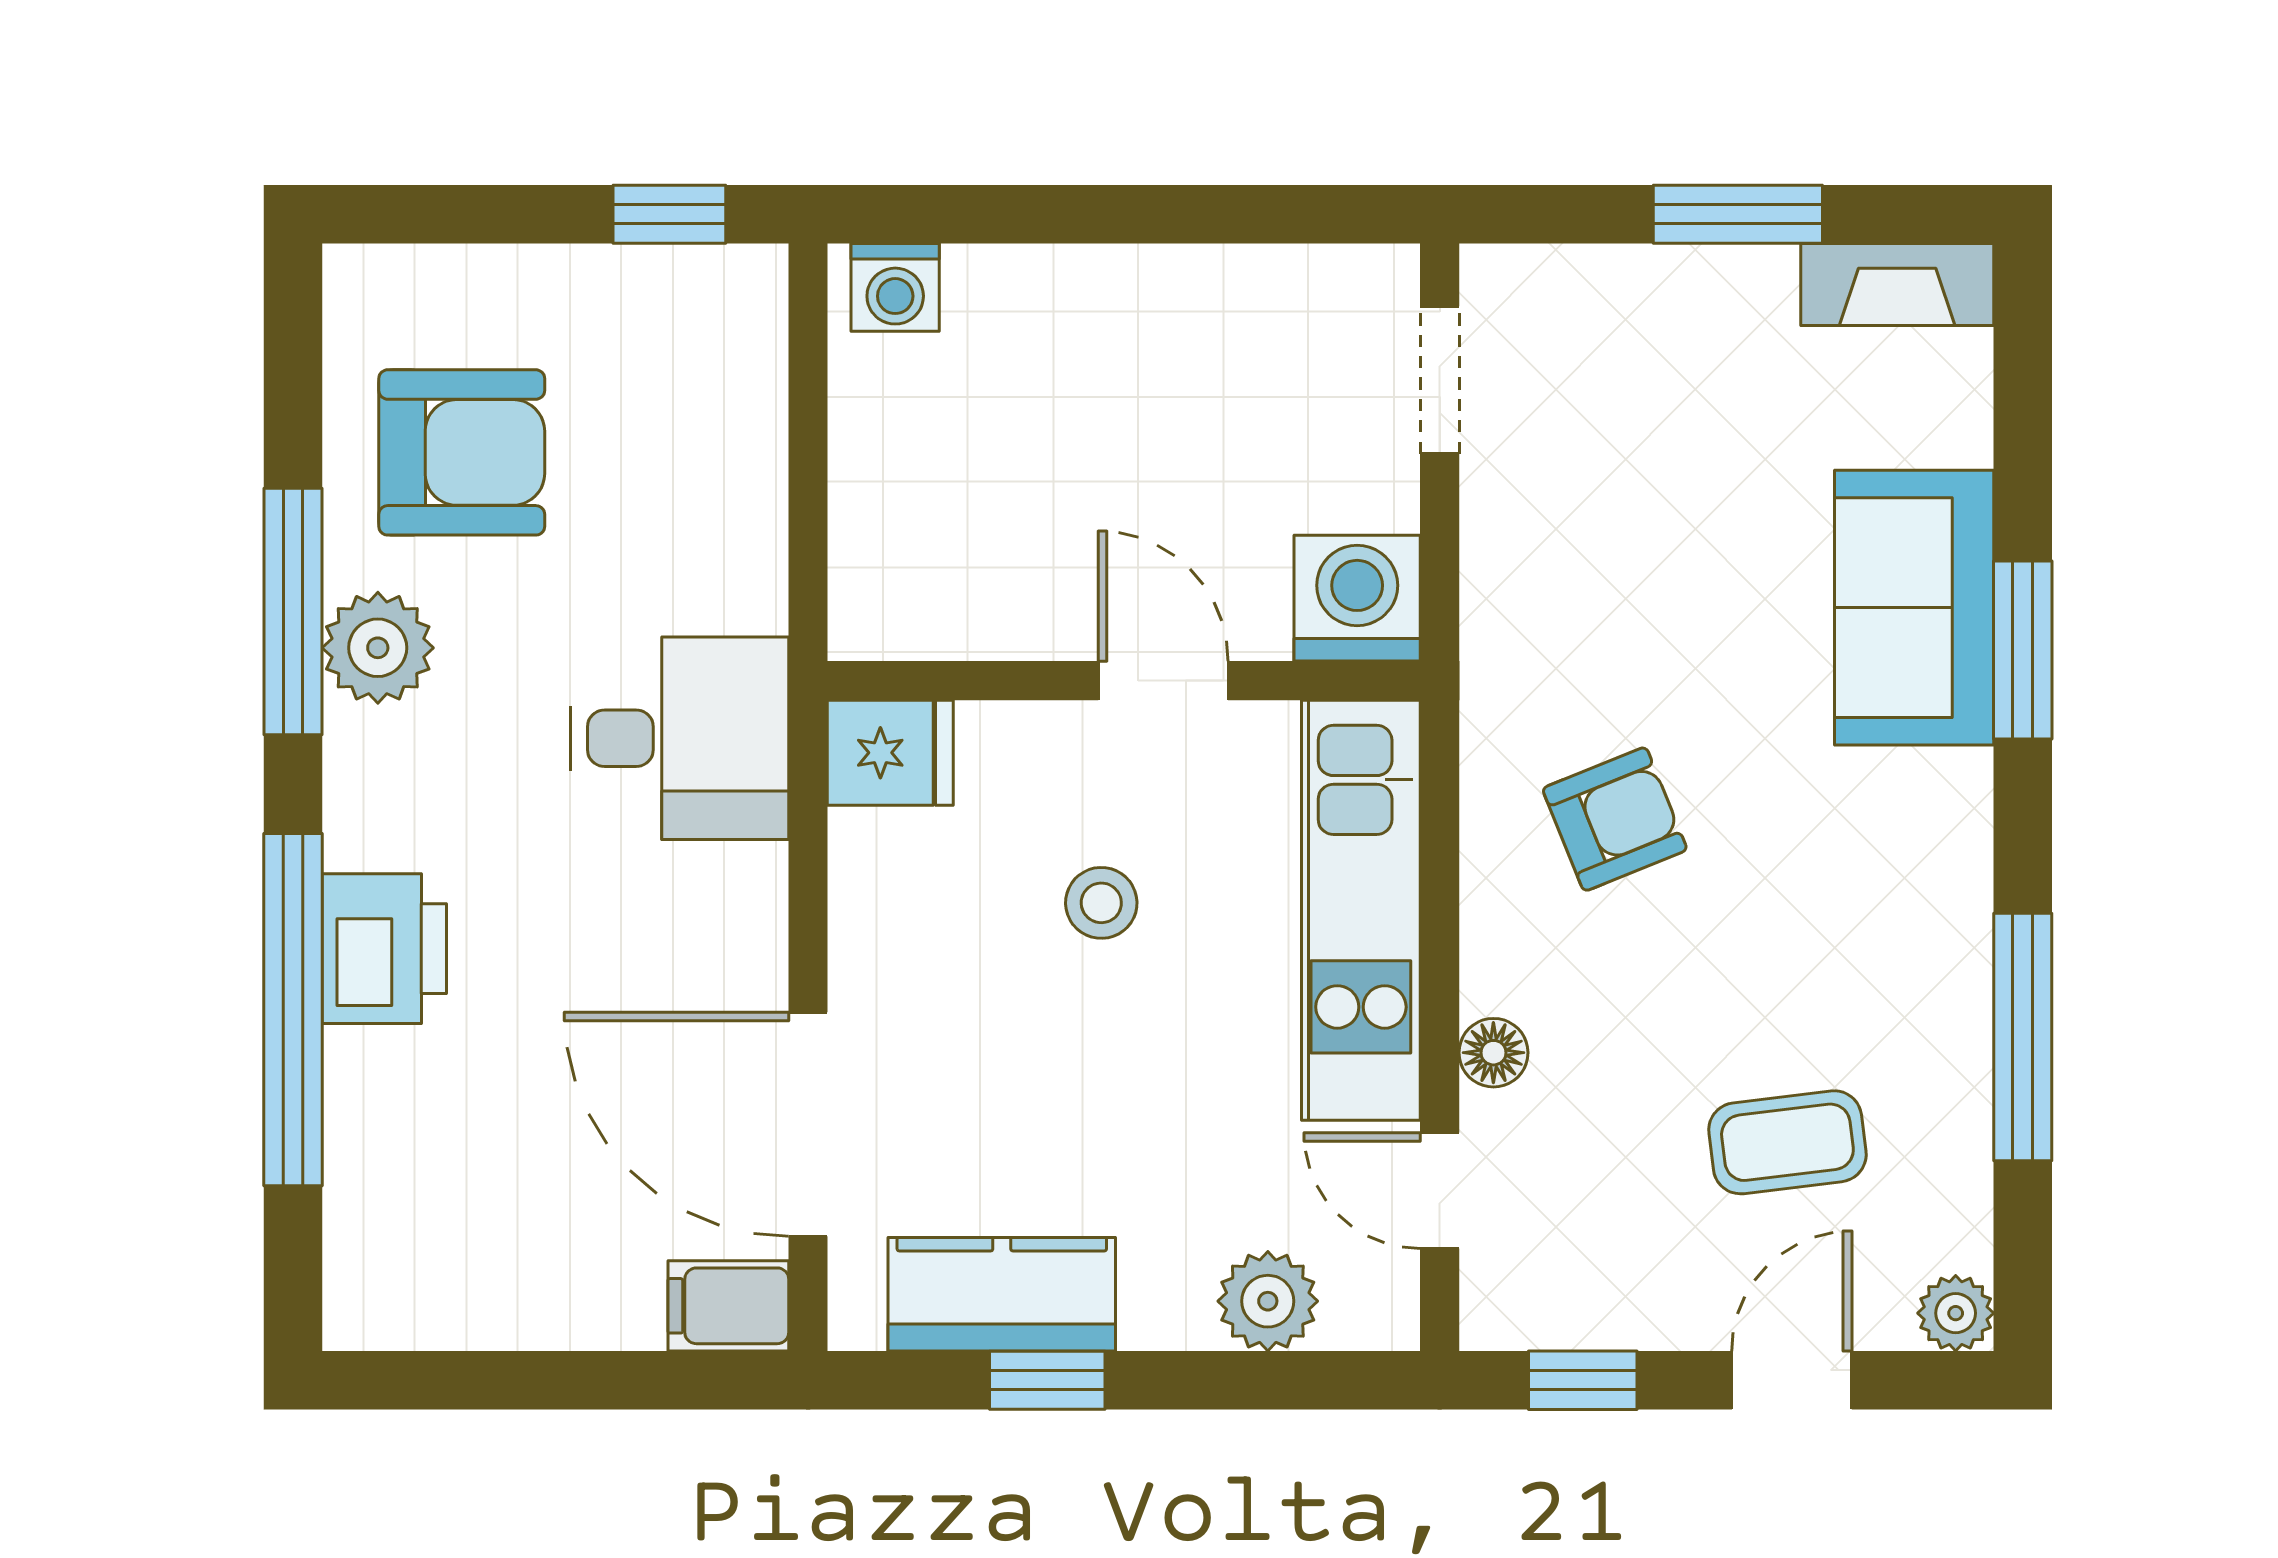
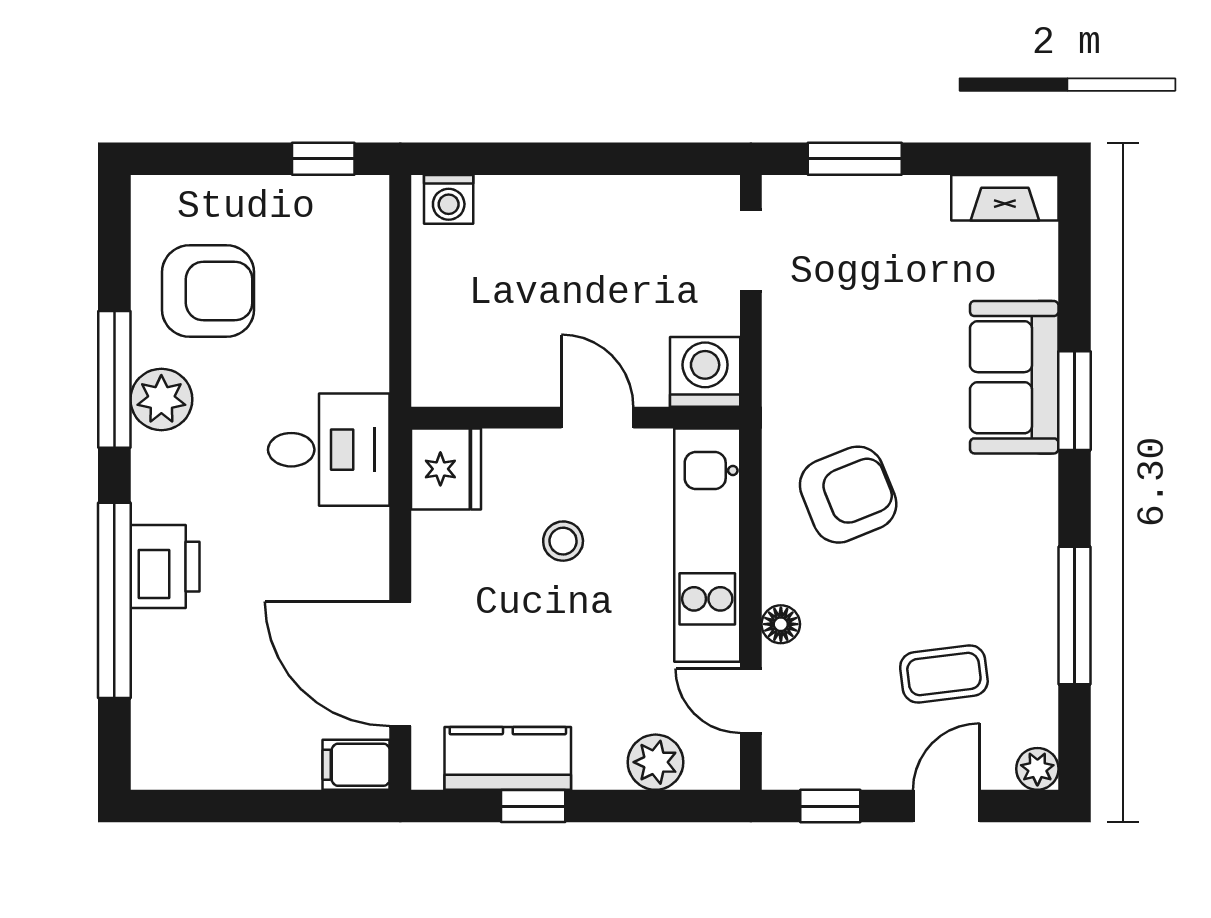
window: (1738, 214) -> (855, 159), moved
fridge: (890, 753) -> (446, 469), width x1.38
armchair: (1615, 819) -> (848, 495), width x1.38, depth x1.38

